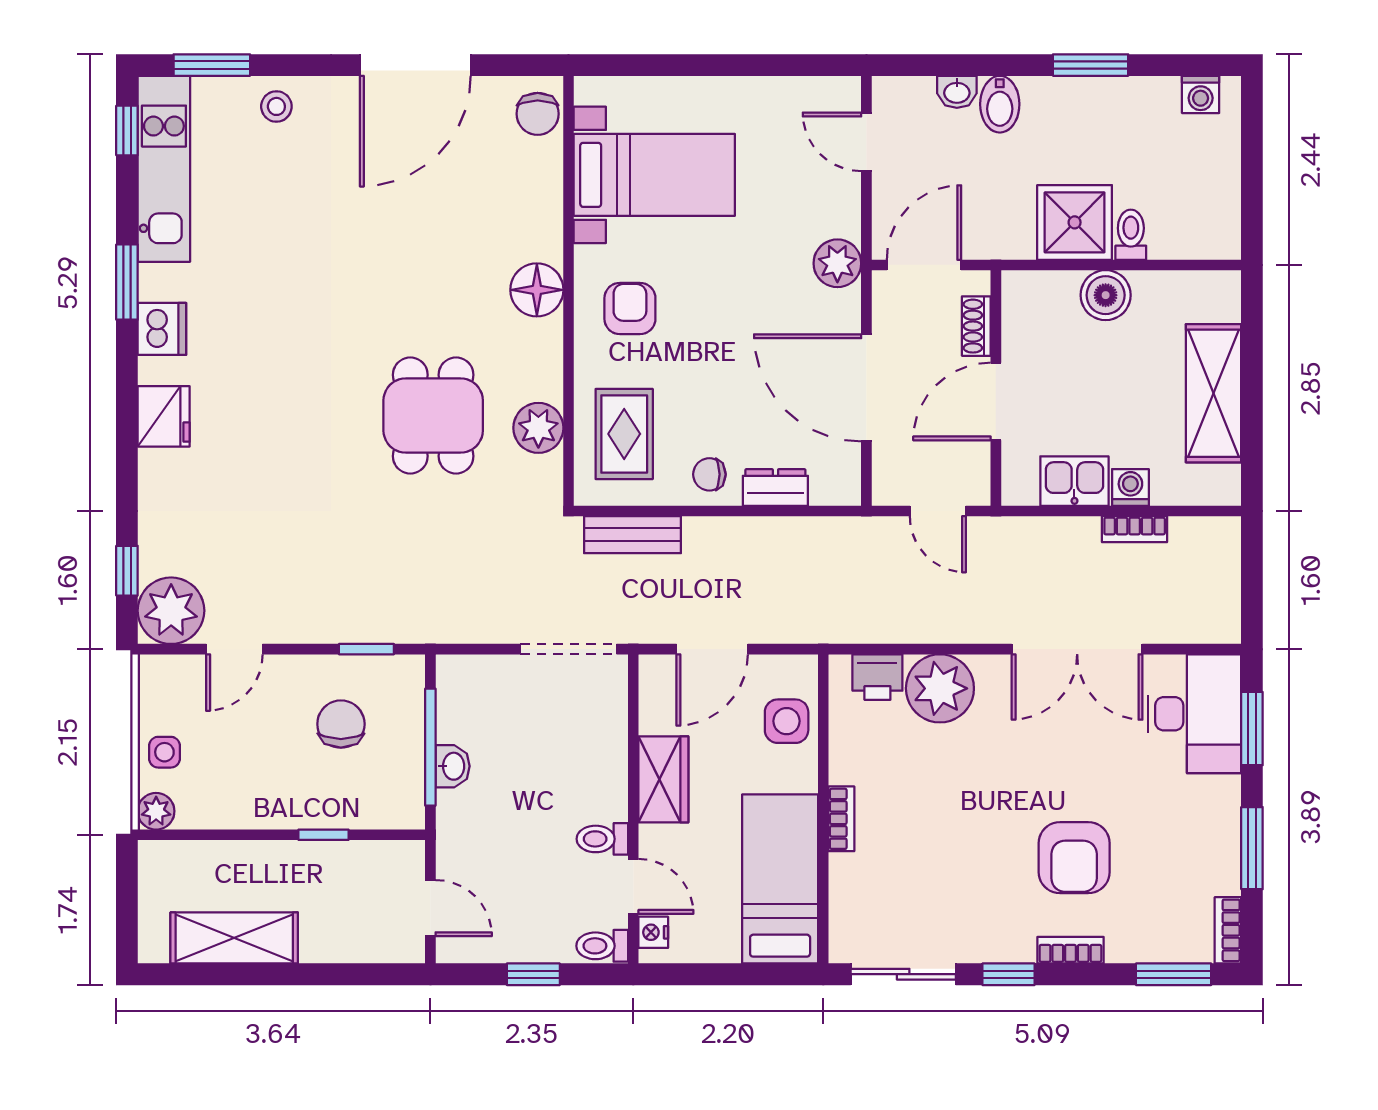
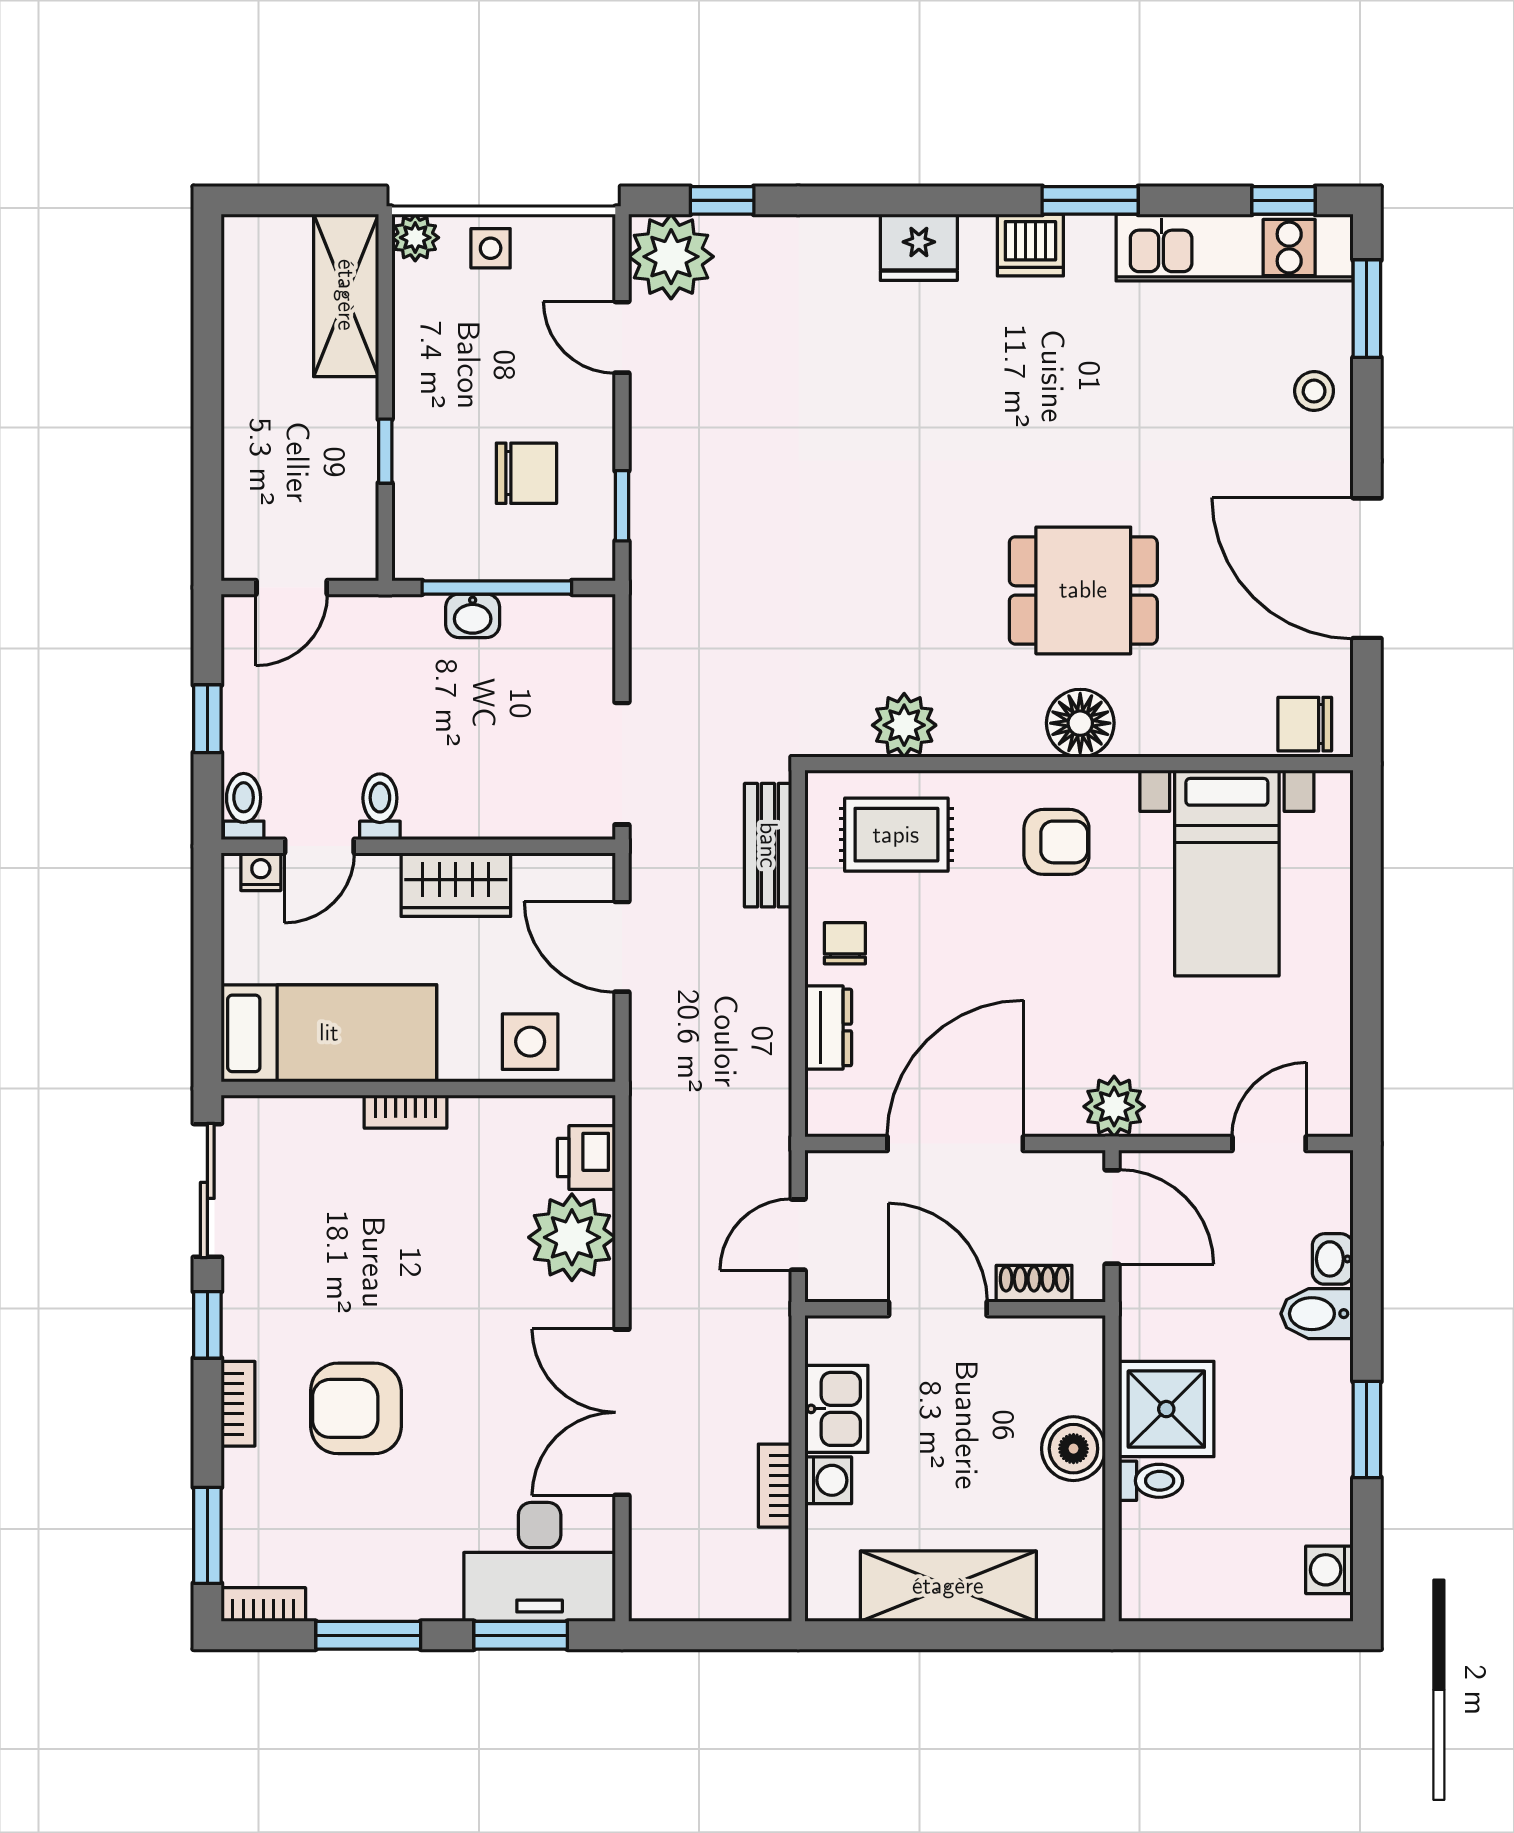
dining table: (433, 416) -> (1083, 590), moved
shelving: (234, 938) -> (346, 295), moved

